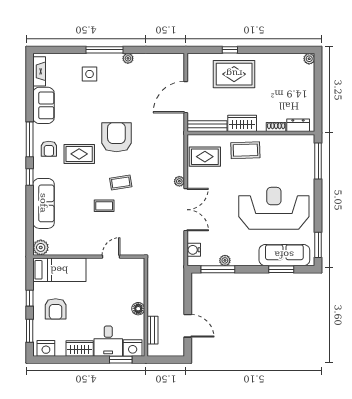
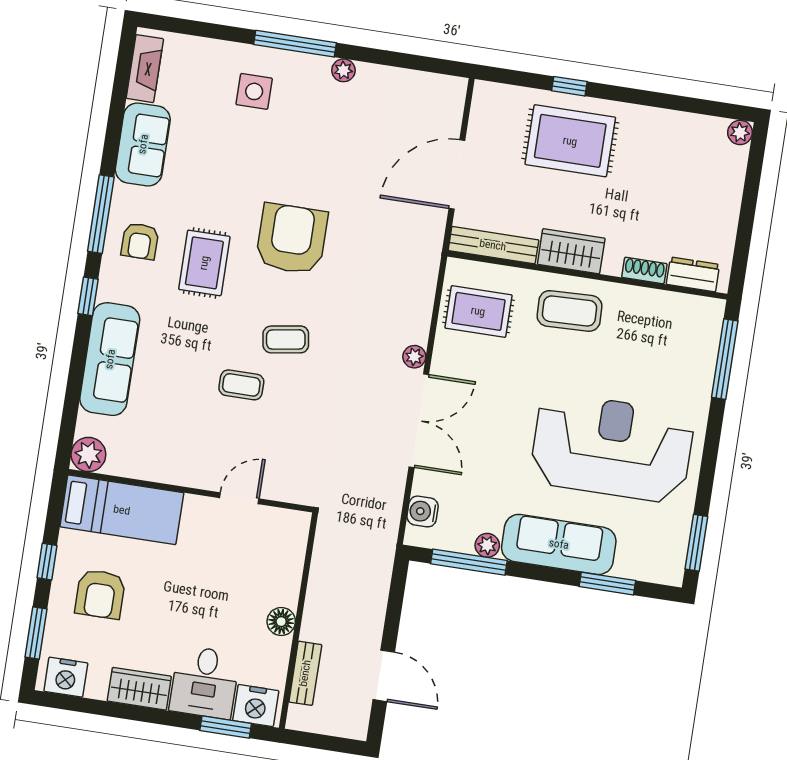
rug: (79, 154) -> (204, 263), turned 90
sofa: (284, 255) -> (559, 544), moved

